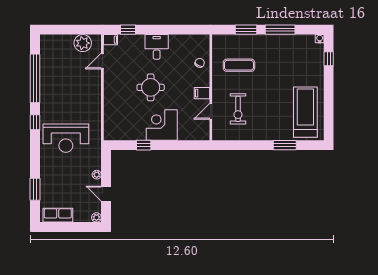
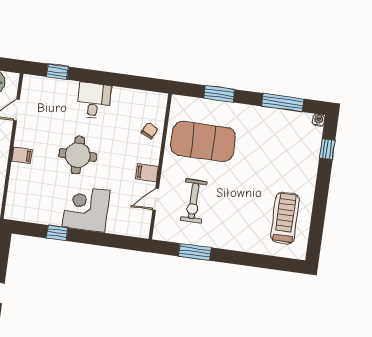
window: (280, 30) -> (283, 103), moved
filing cabinet: (111, 40) -> (22, 155), moved
exercise mat: (239, 65) -> (203, 141), width x2.00, depth x1.45
treadmill: (305, 112) -> (285, 218), width x0.73, depth x0.73
window: (285, 145) -> (195, 252), moved

